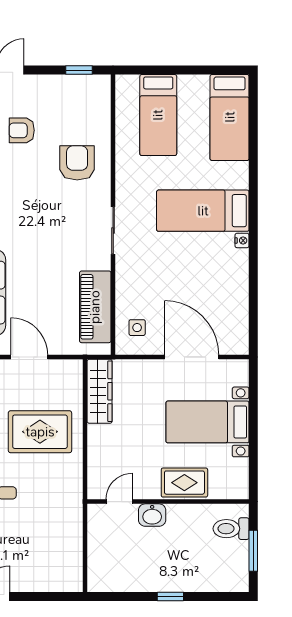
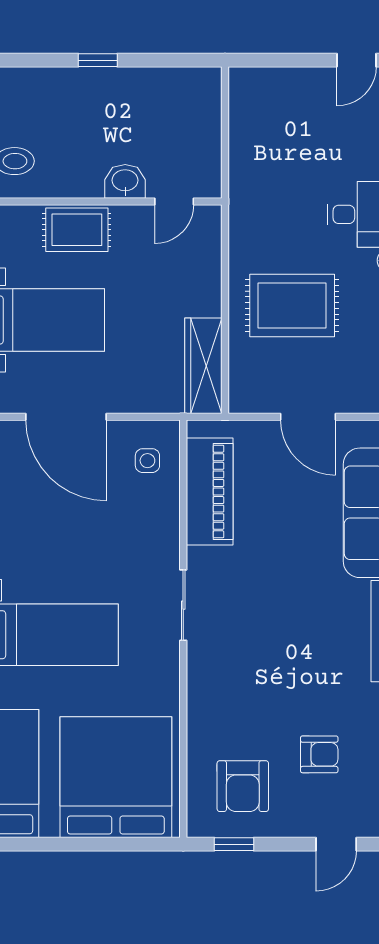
bed: (158, 115) -> (116, 777), width x2.04
armchair: (77, 163) -> (243, 786), moved

